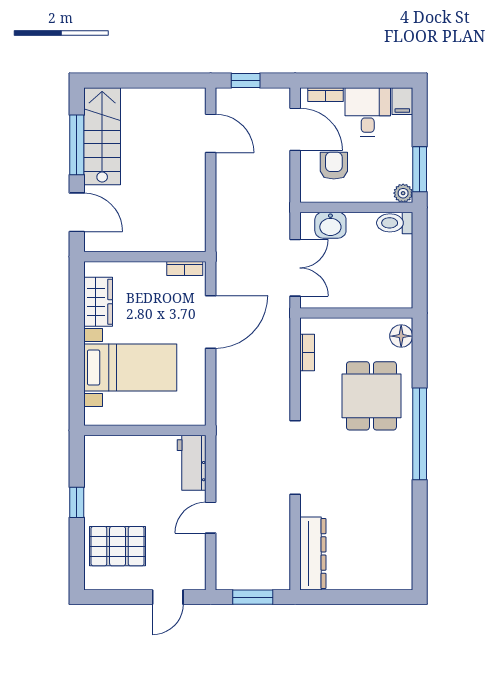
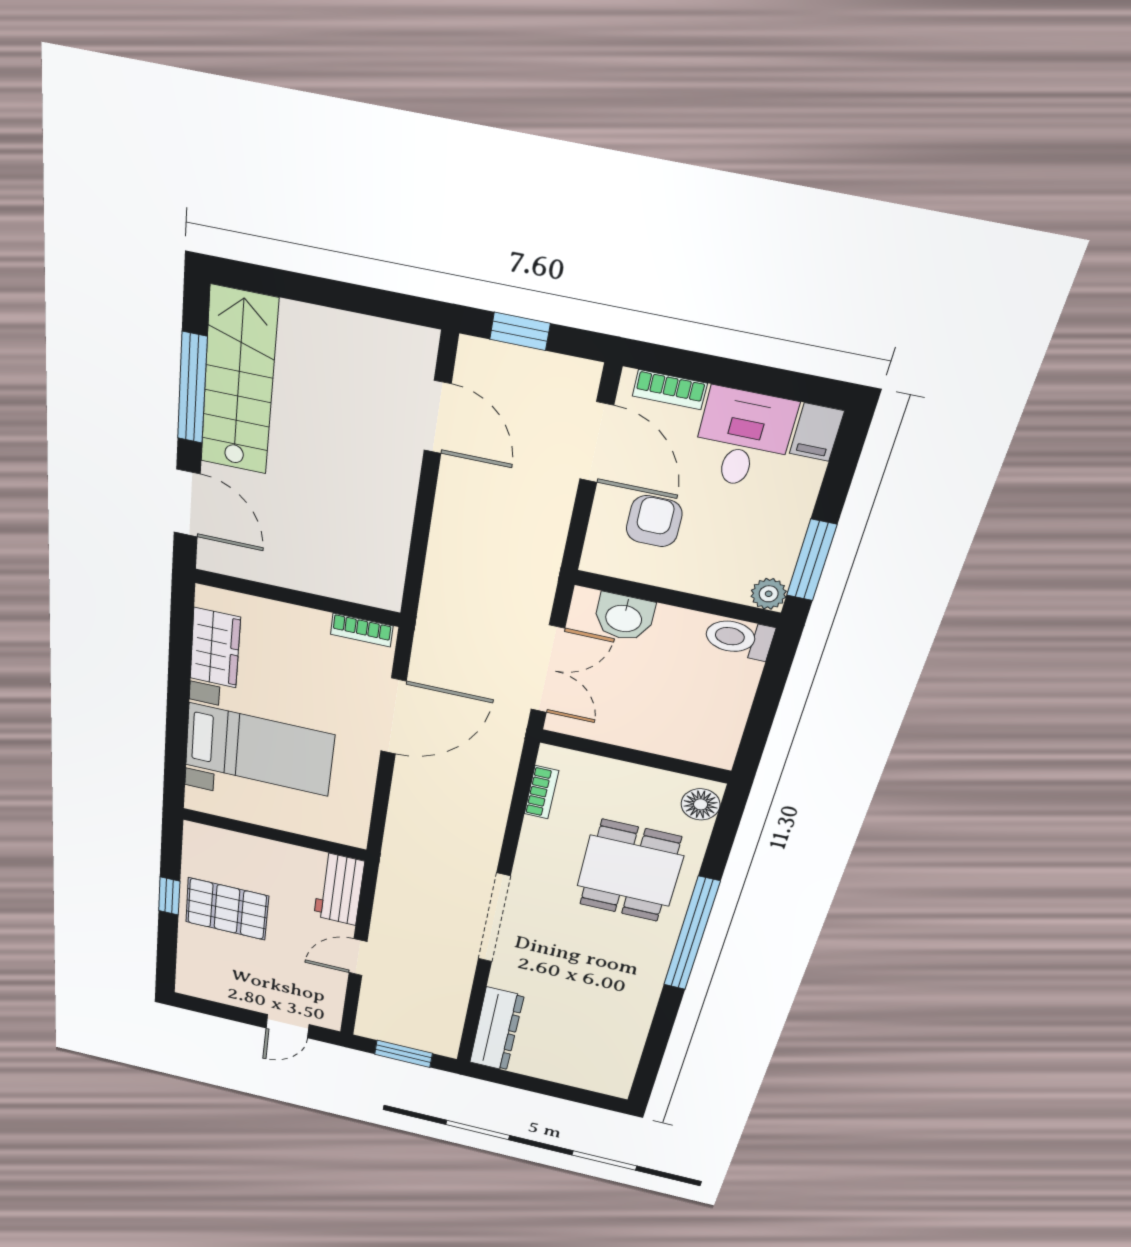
pallet: (118, 546) -> (227, 909), moved

